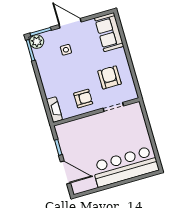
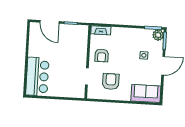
armchair: (109, 77) -> (111, 82), turned -90
bar counter: (125, 167) -> (37, 77), width x0.73
door: (65, 172) -> (49, 22), hinge flipped

